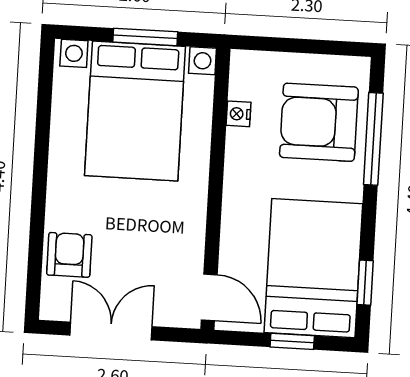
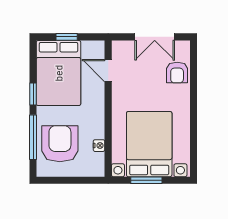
armchair: (319, 122) -> (60, 144), turned -90
window: (365, 283) -> (33, 94), moved
door: (209, 297) -> (108, 71), moved

